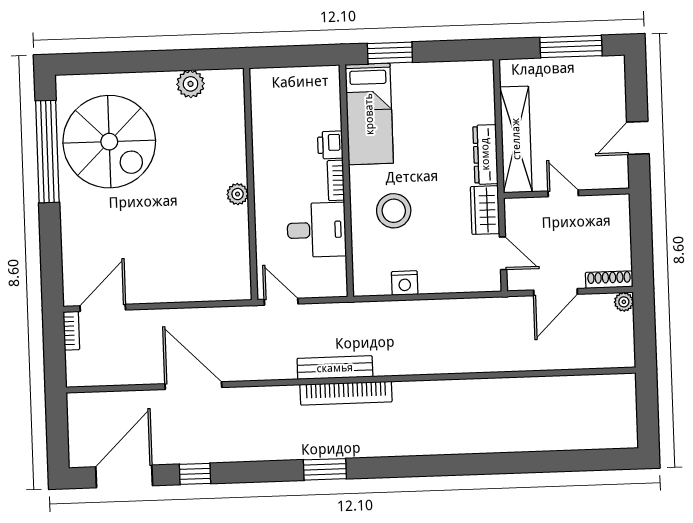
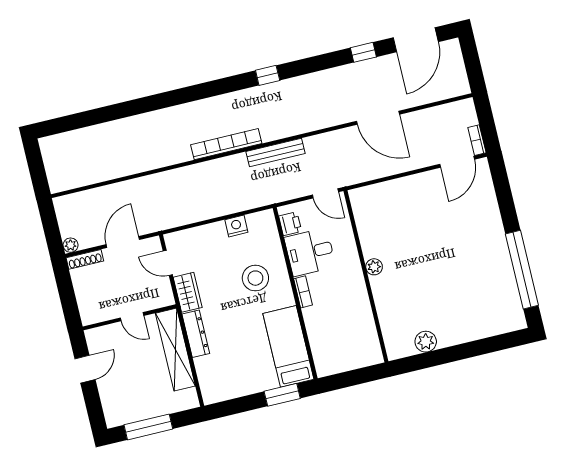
spiral stairs: (109, 142) -> (477, 286), removed
printer: (330, 145) -> (290, 224), moved
bookcase: (346, 393) -> (226, 144), moved
window: (325, 469) -> (268, 75), width x0.67

